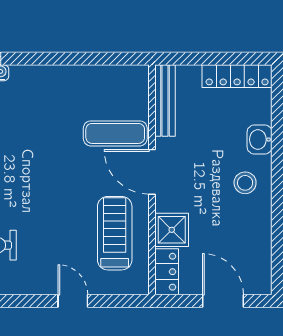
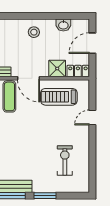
washbasin: (260, 140) -> (63, 25), moved
door: (152, 172) -> (28, 78), hinge flipped

